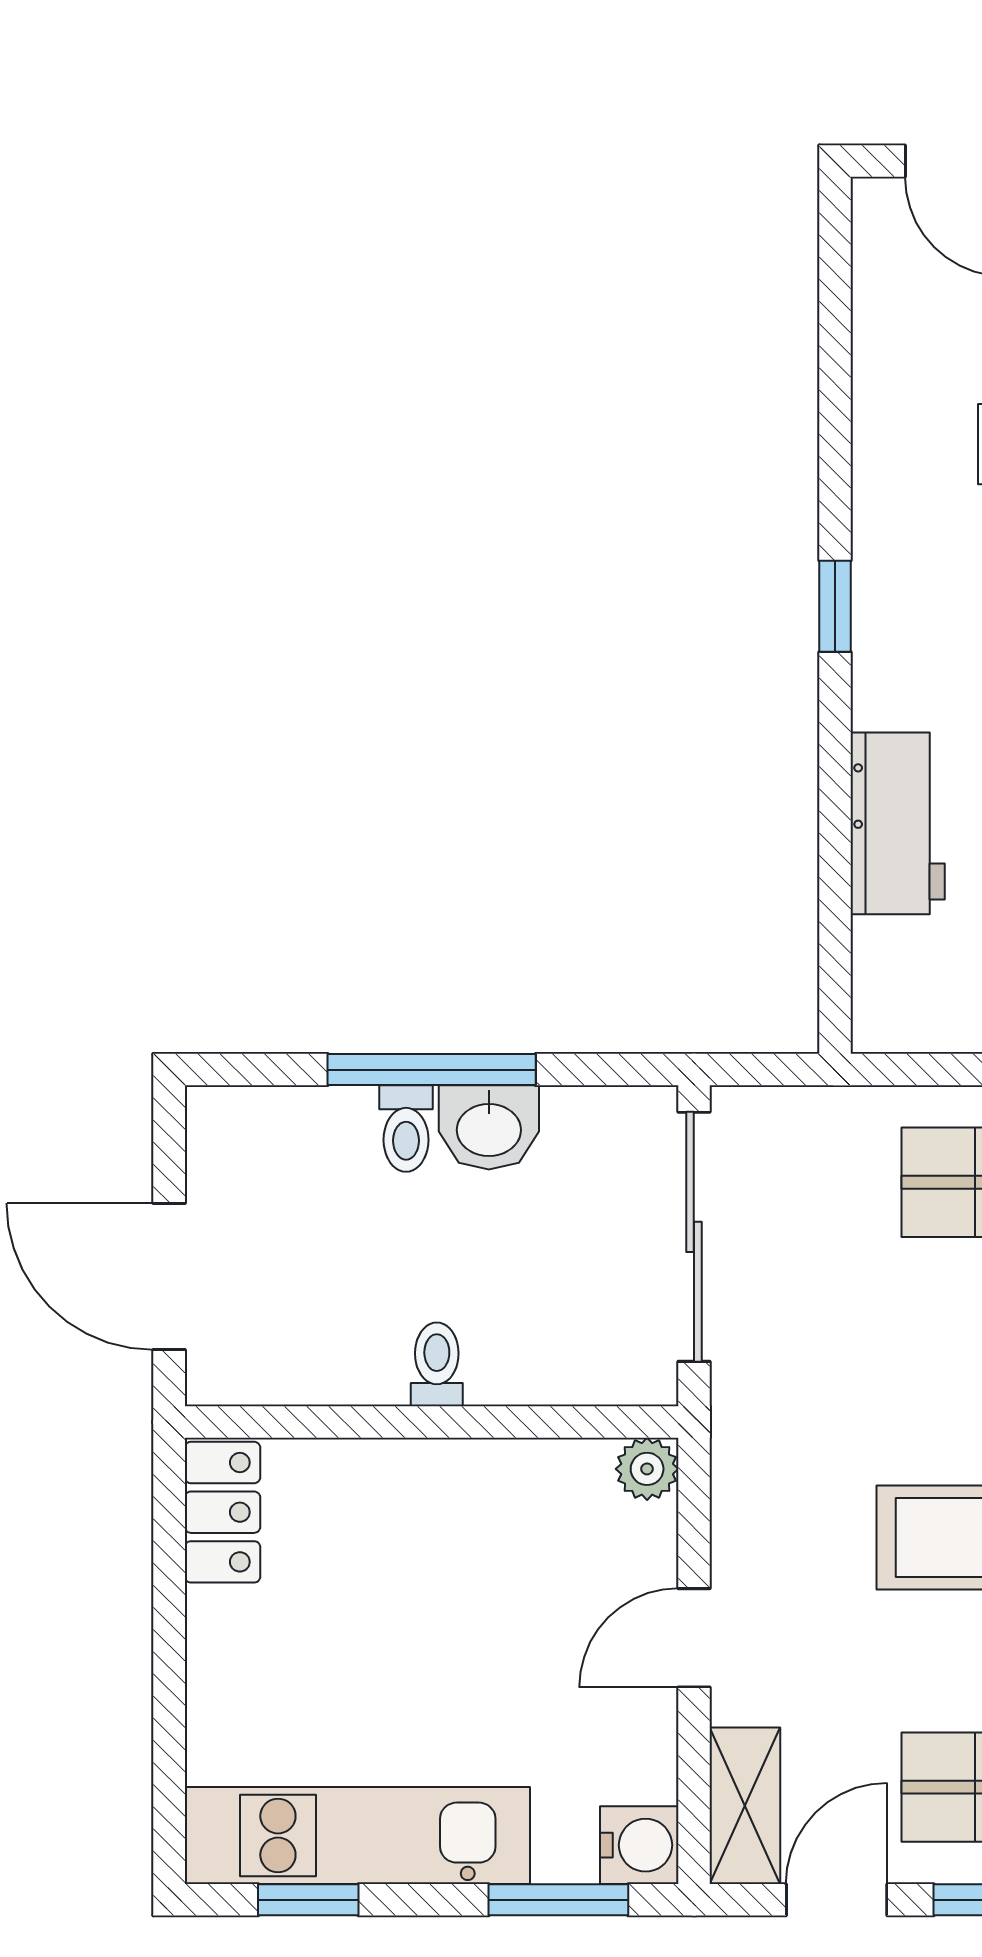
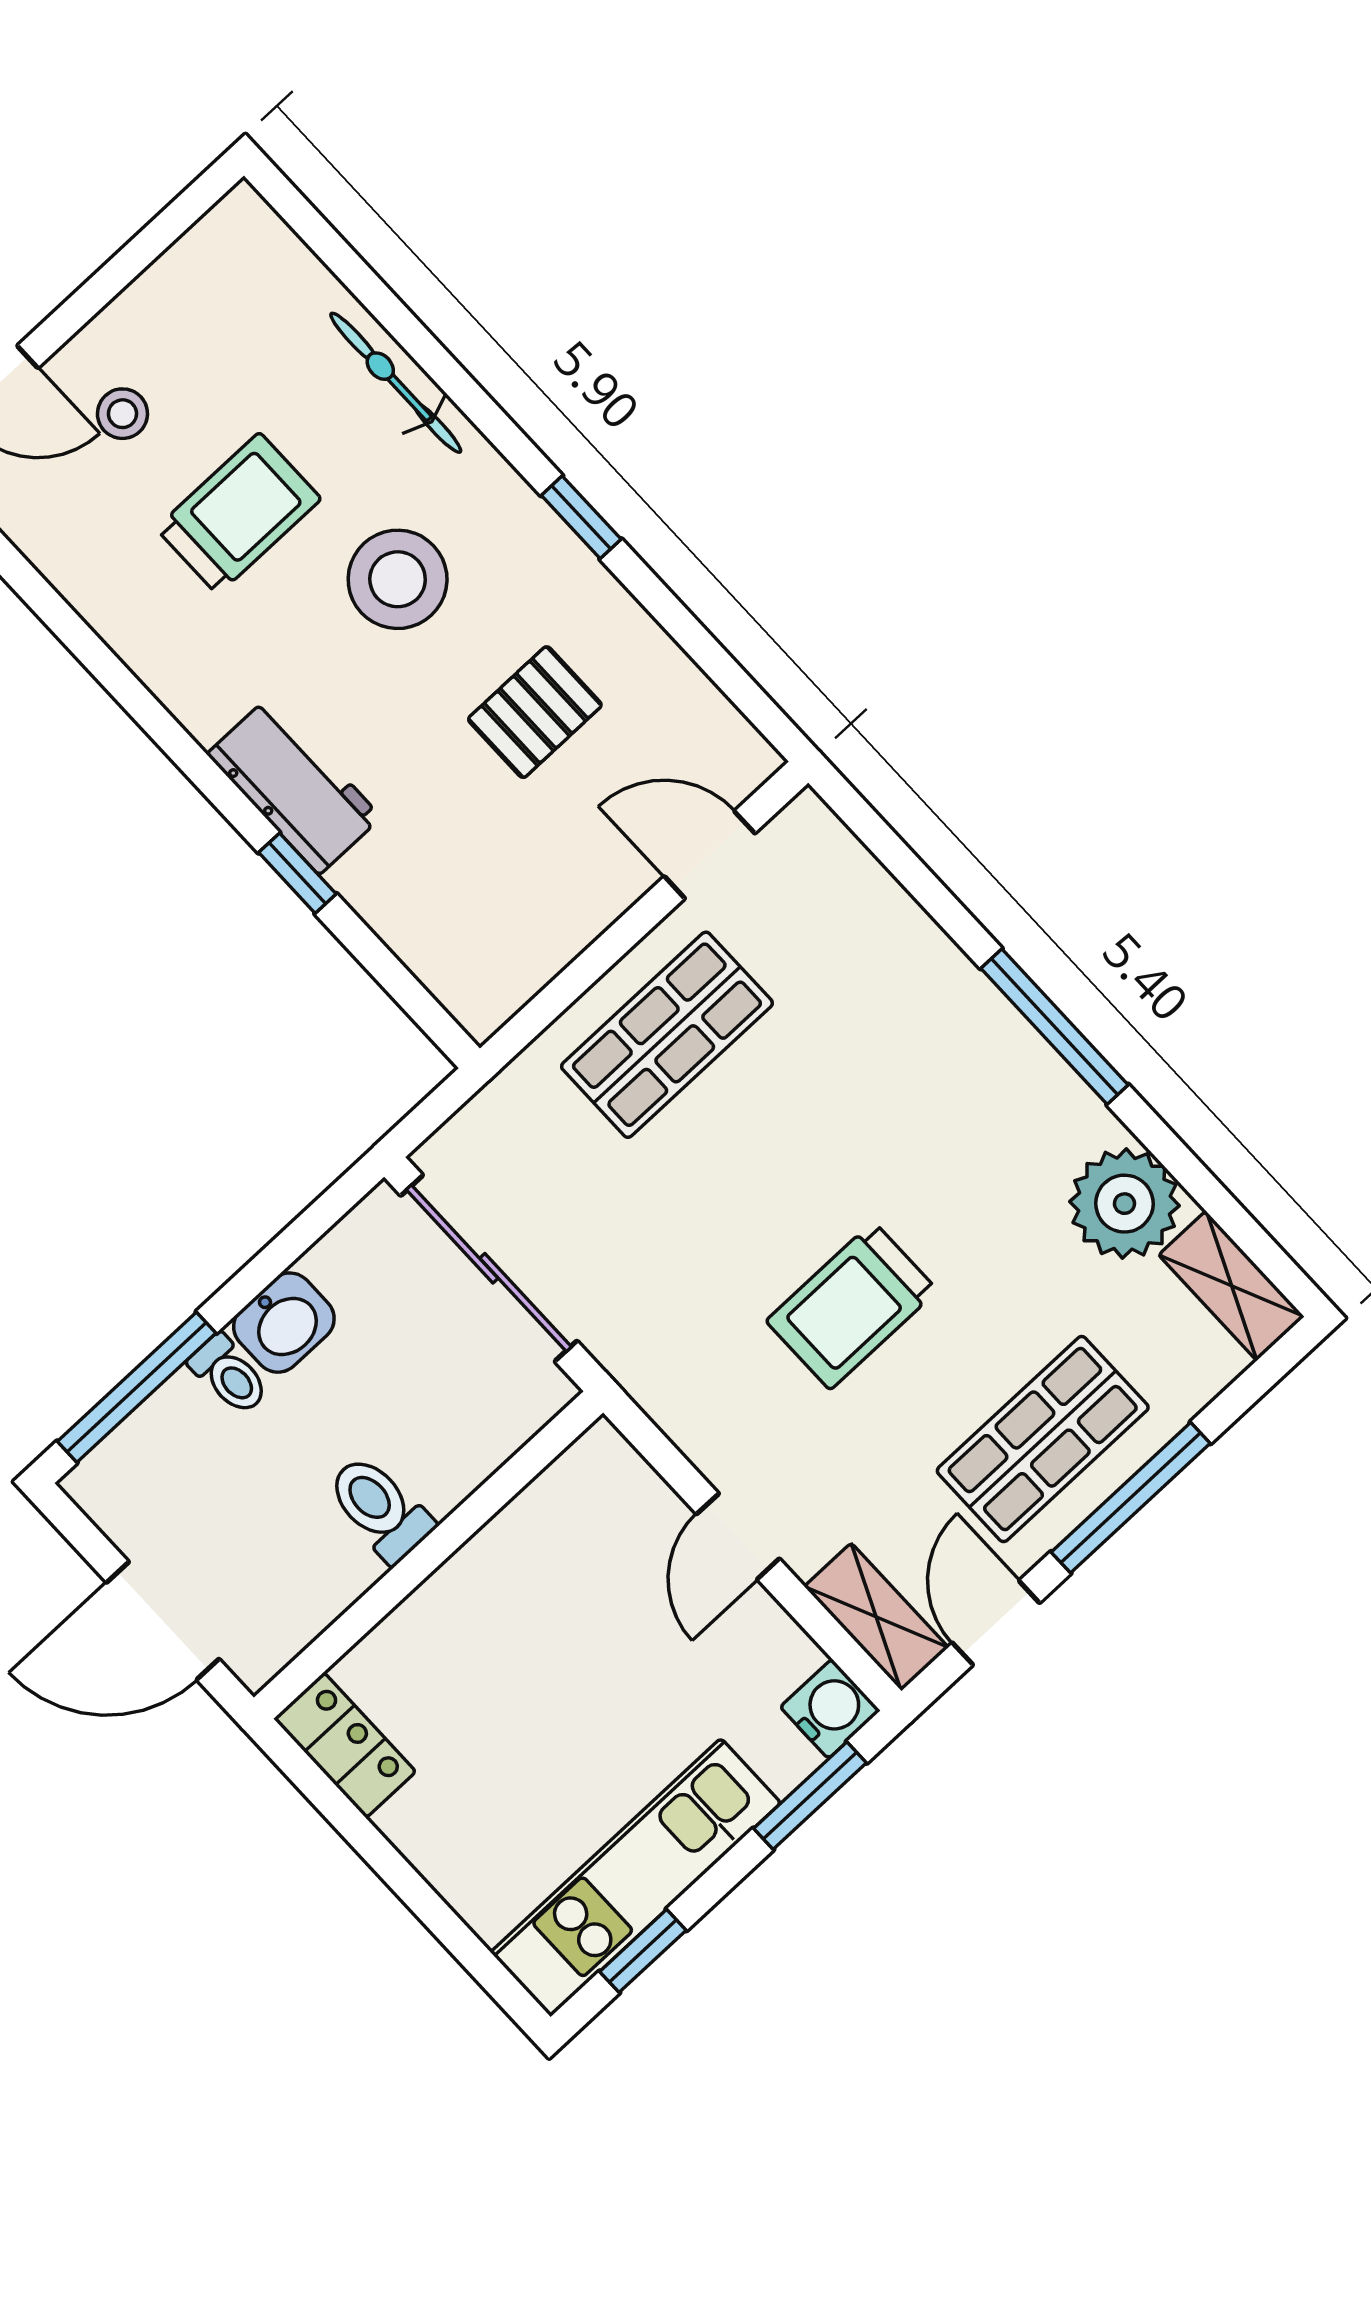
window: (835, 606) -> (297, 873), moved
workbench: (898, 823) -> (294, 786), moved
window: (432, 1070) -> (137, 1387), moved
toilet: (437, 1364) -> (380, 1508), width x1.37, depth x1.39
plant: (647, 1469) -> (602, 1453), removed

